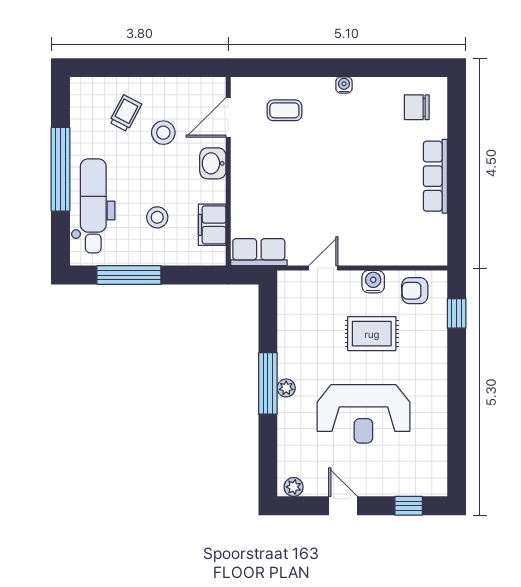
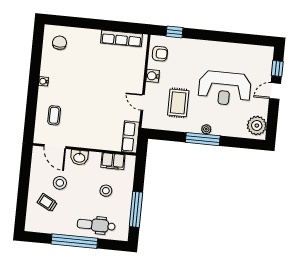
chair: (417, 107) -> (60, 43), turned 180
row of seats: (435, 176) -> (122, 38), moved
dental chair: (93, 206) -> (96, 225), width x0.73, depth x0.72
armchair: (415, 291) -> (160, 54), turned -90
rug: (372, 334) -> (178, 103), moved
reception desk: (363, 414) -> (225, 88), turned 90
plant: (294, 487) -> (257, 126), width x1.87, depth x1.87
door: (343, 506) -> (275, 91), moved

